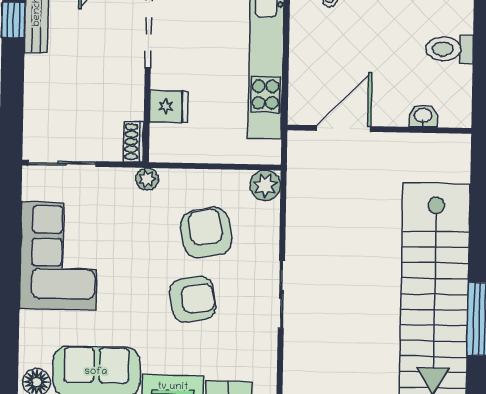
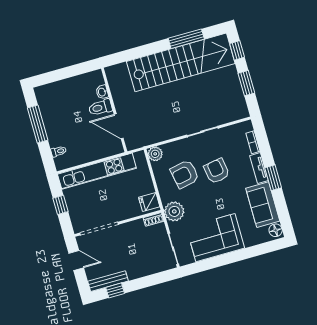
toilet: (449, 49) -> (100, 107), moved, turned 90
fridge: (169, 106) -> (149, 202), moved, turned -90
plant: (147, 179) -> (174, 211), width x1.88, depth x1.88

